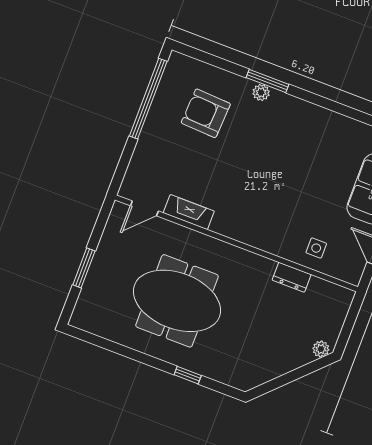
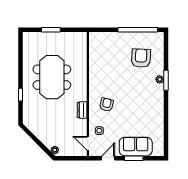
door: (144, 208) -> (88, 143), moved
fireplace: (189, 212) -> (94, 67), removed
armchair: (271, 215) -> (106, 105), added
dresser: (292, 277) -> (82, 110), moved

